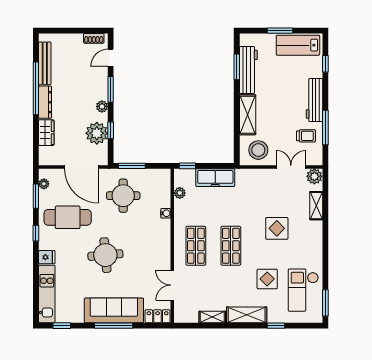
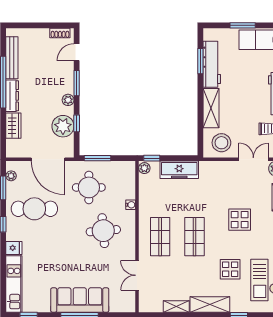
plant: (180, 193) -> (144, 168), moved
round table: (105, 255) -> (103, 231), moved
locker: (158, 316) -> (123, 306), removed

